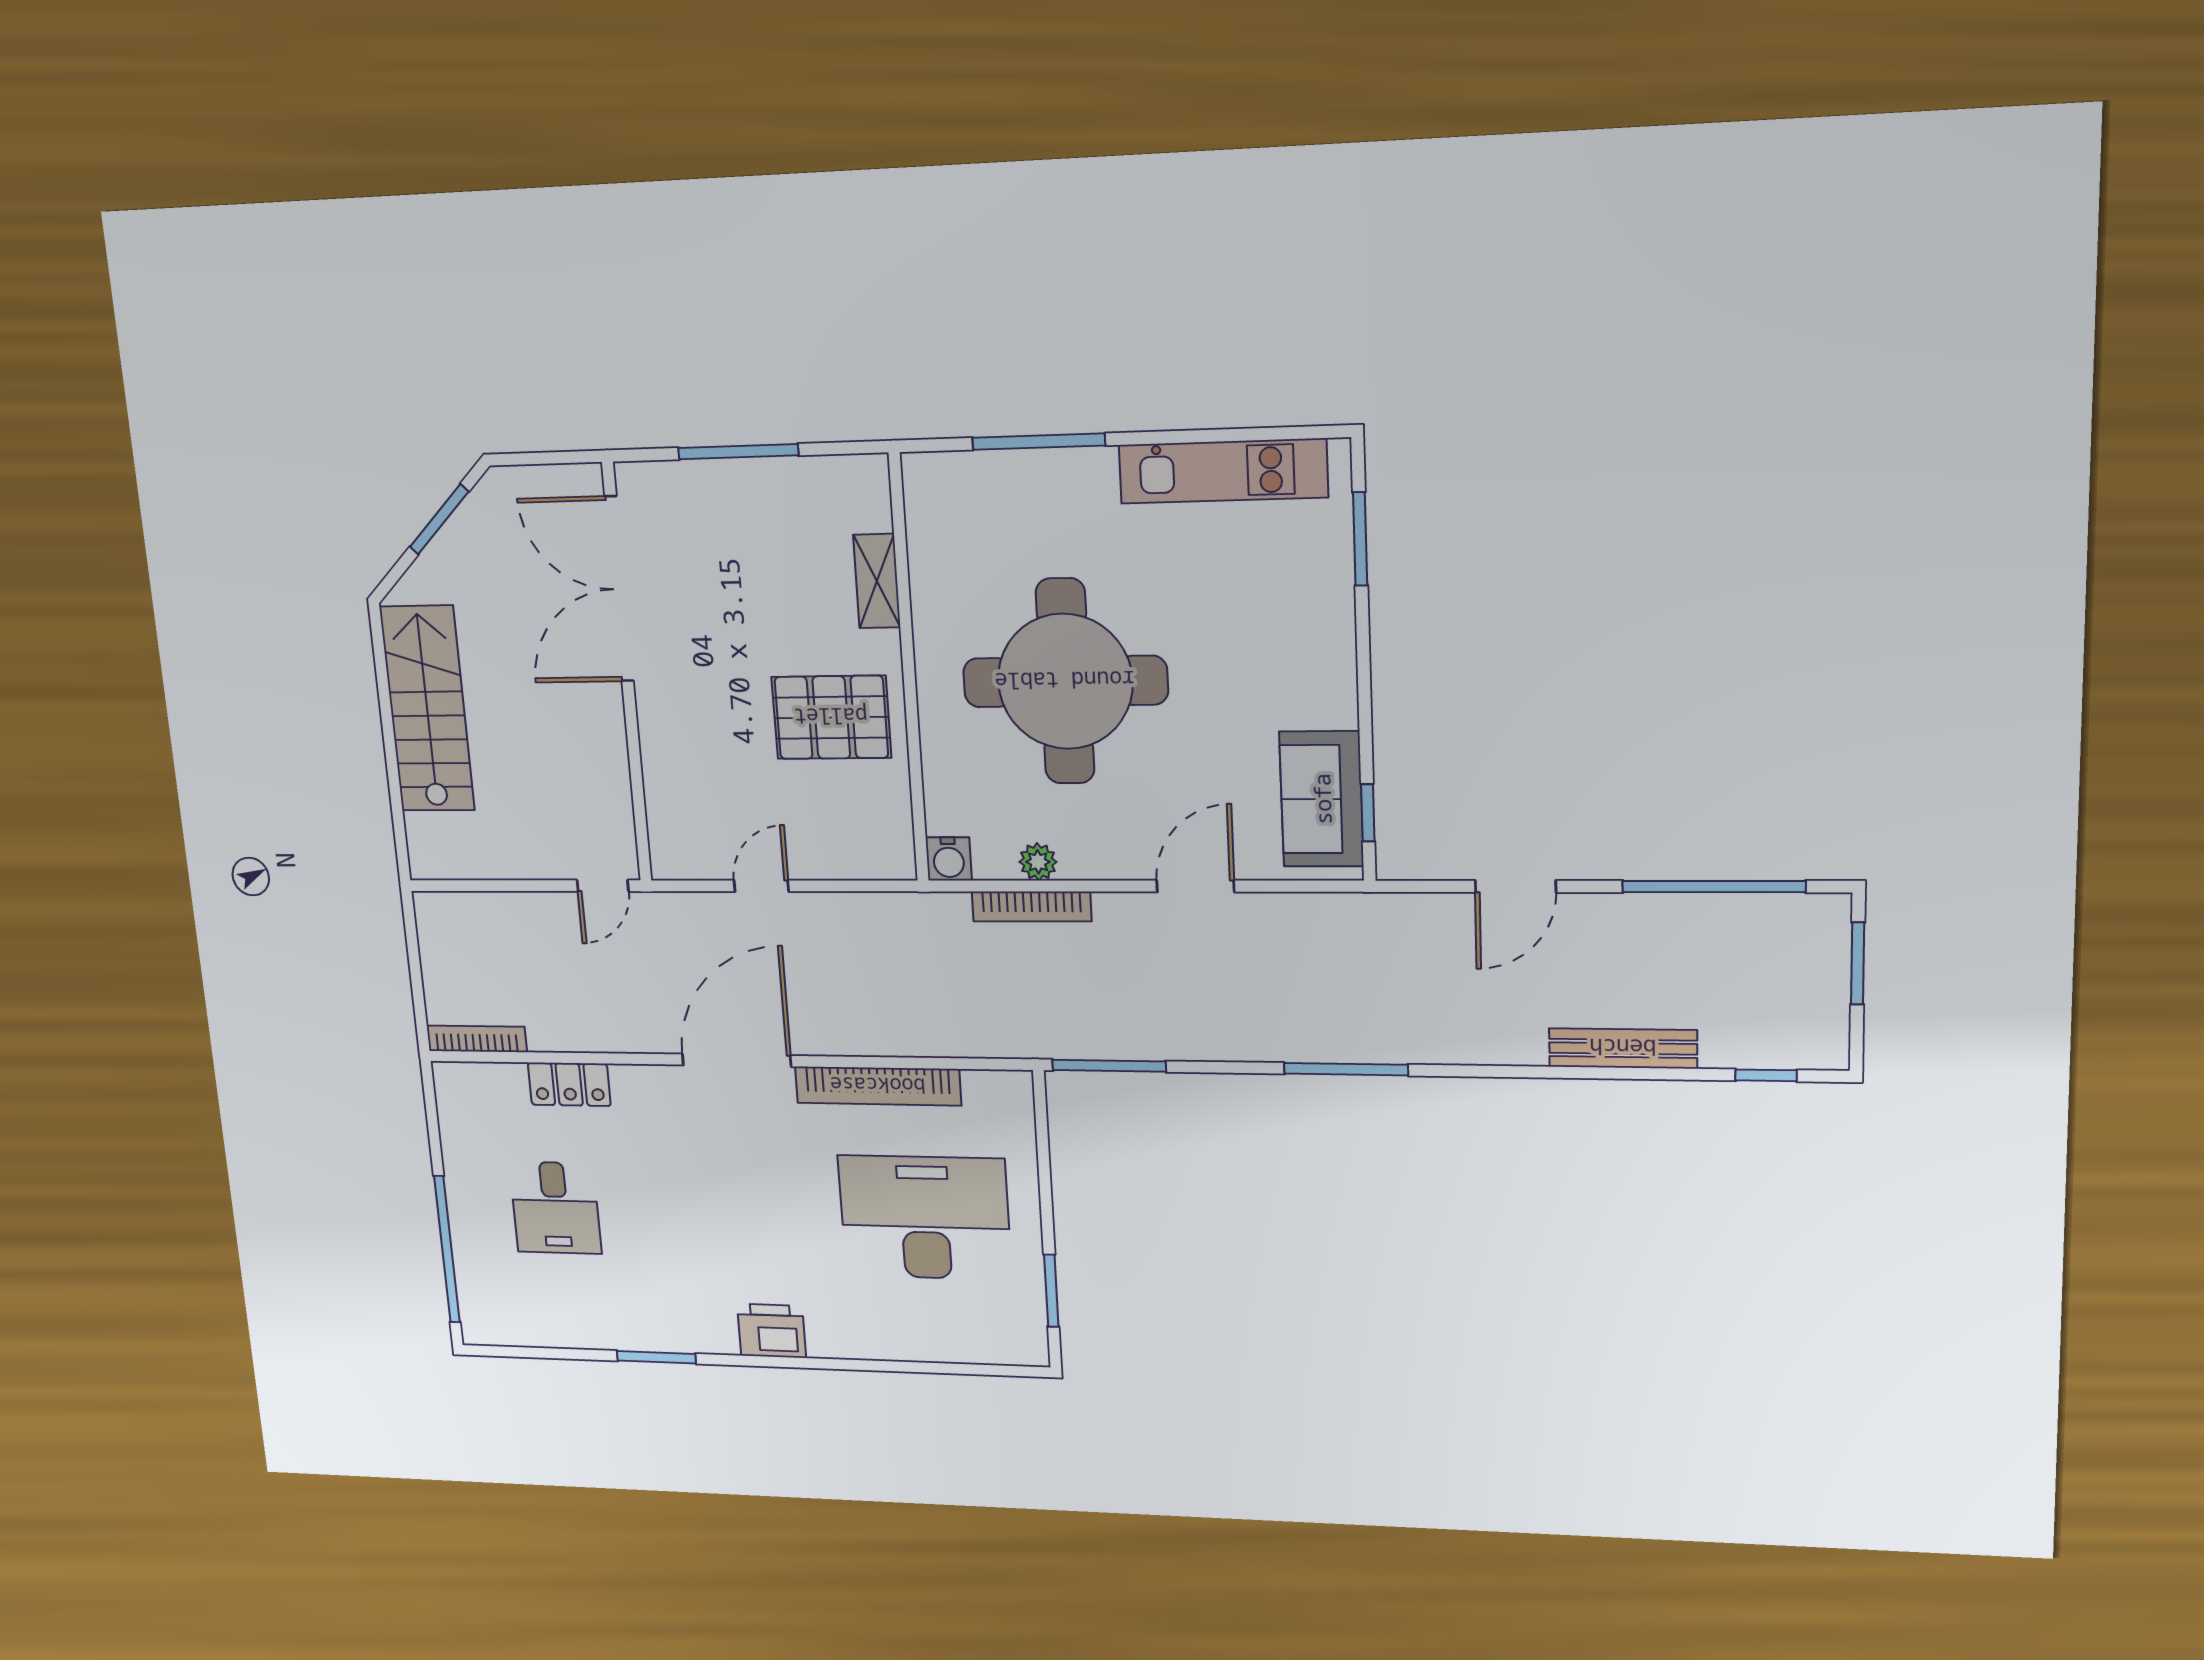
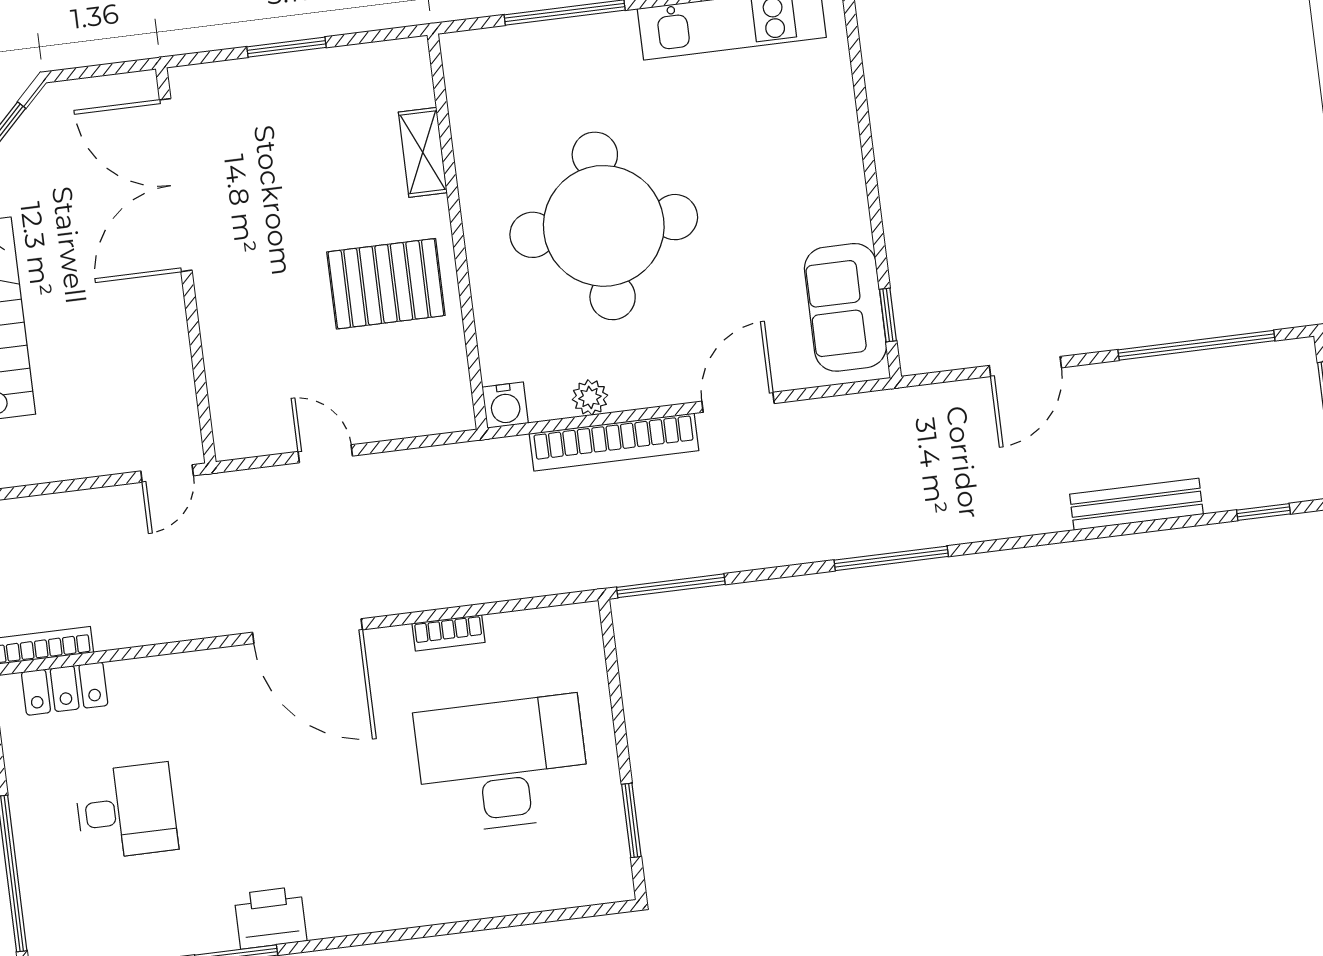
window: (738, 452) -> (287, 47), width x0.69
window: (1360, 539) -> (858, 71), removed
door: (761, 886) -> (325, 454), hinge flipped
bookcase: (1032, 907) -> (614, 442), width x1.48, depth x1.31
door: (737, 1060) -> (308, 631), swing flipped
locker: (569, 1084) -> (65, 689), moved
bookcase: (878, 1086) -> (449, 633), width x0.43, depth x0.76
desk: (555, 1208) -> (126, 811), turned -90
printer: (772, 1331) -> (270, 918), moved

